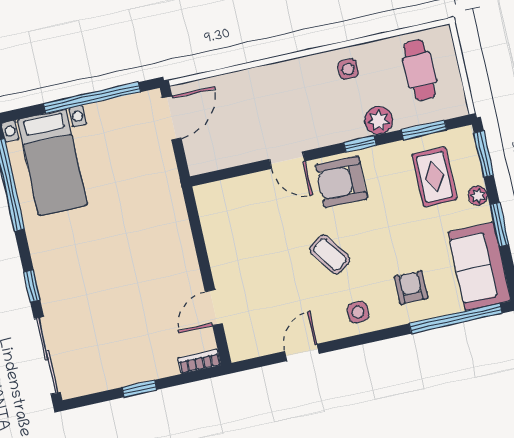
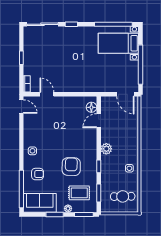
plant: (379, 120) -> (106, 149), moved
door: (287, 160) -> (99, 121), moved
armchair: (341, 182) -> (71, 167), moved
floor lamp: (221, 193) -> (91, 107), added
coffee table: (330, 254) -> (58, 145), removed
door: (302, 353) -> (21, 107), moved

